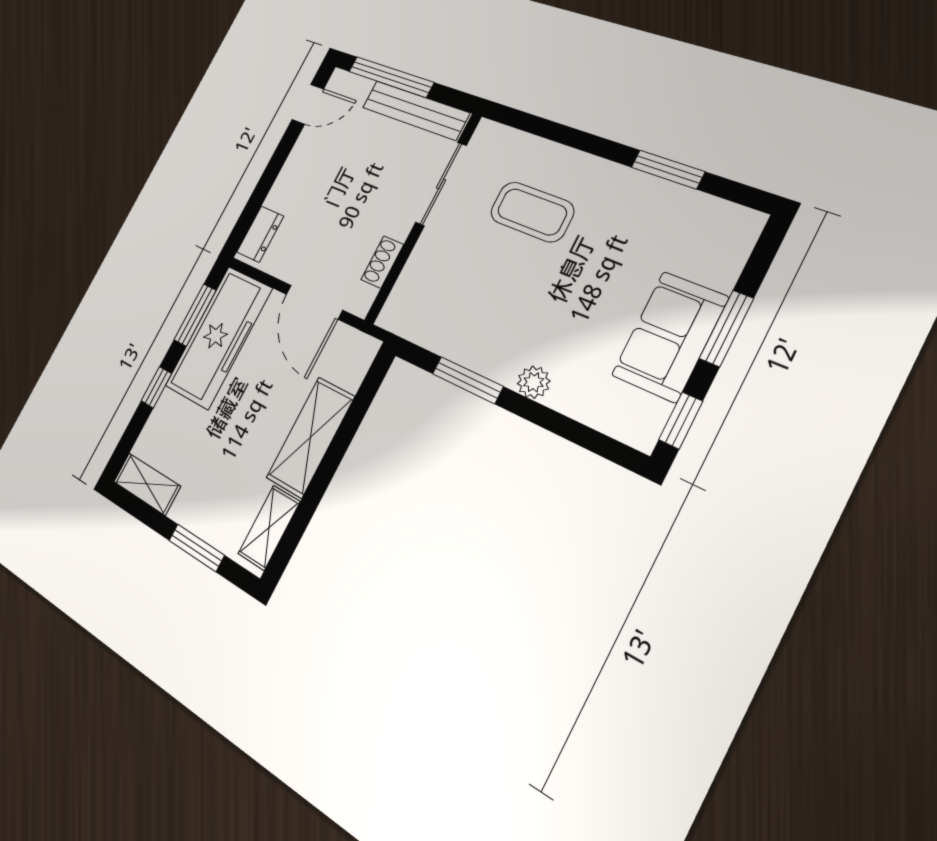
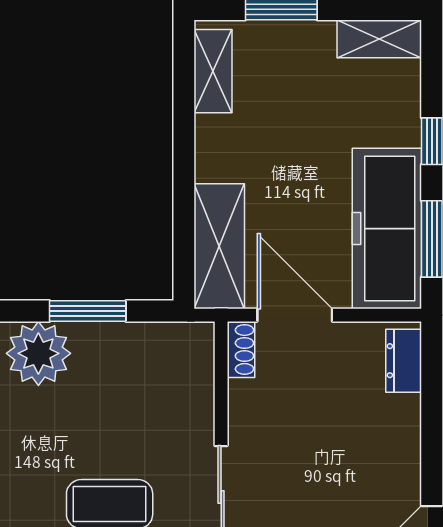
shoe rack: (382, 262) -> (241, 349), moved
plant: (534, 382) -> (38, 353), width x1.88, depth x1.88
shelving: (310, 437) -> (219, 246), moved

